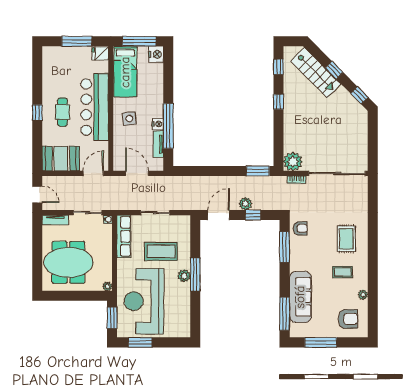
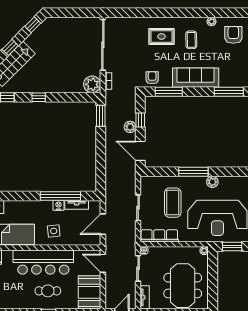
plant: (184, 276) -> (212, 182), moved
sofa: (300, 297) -> (196, 78), moved

